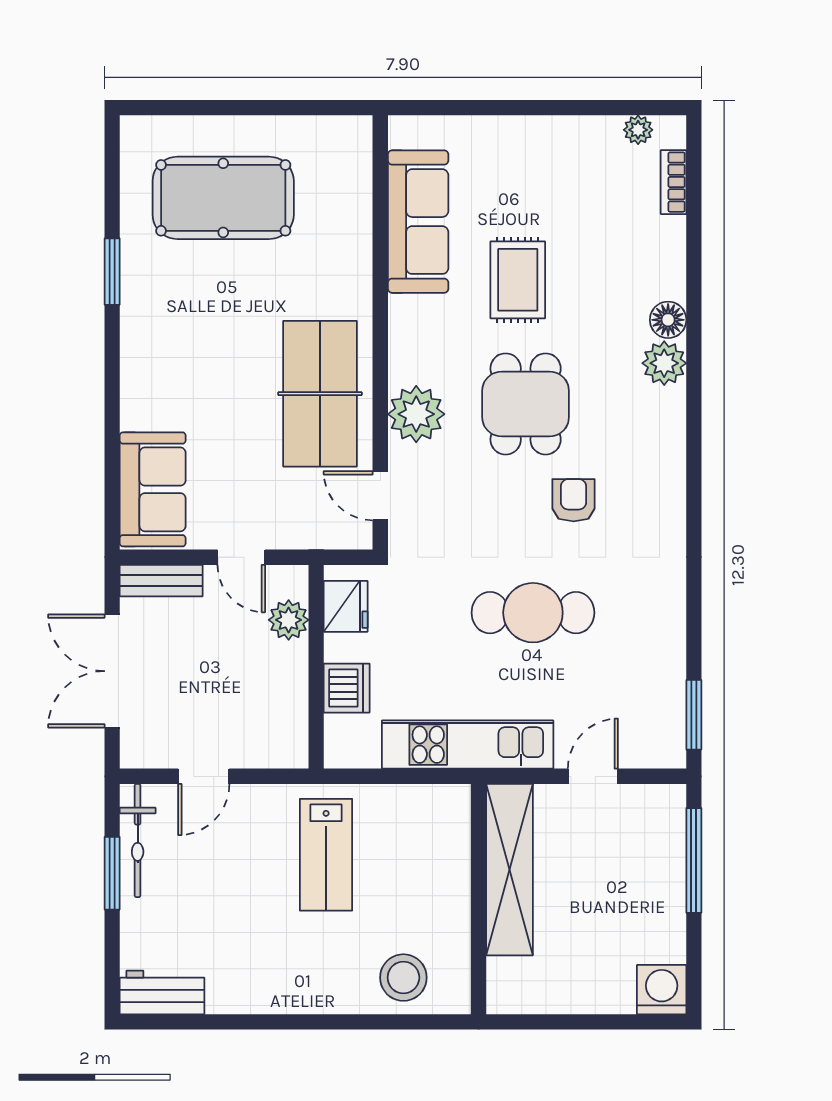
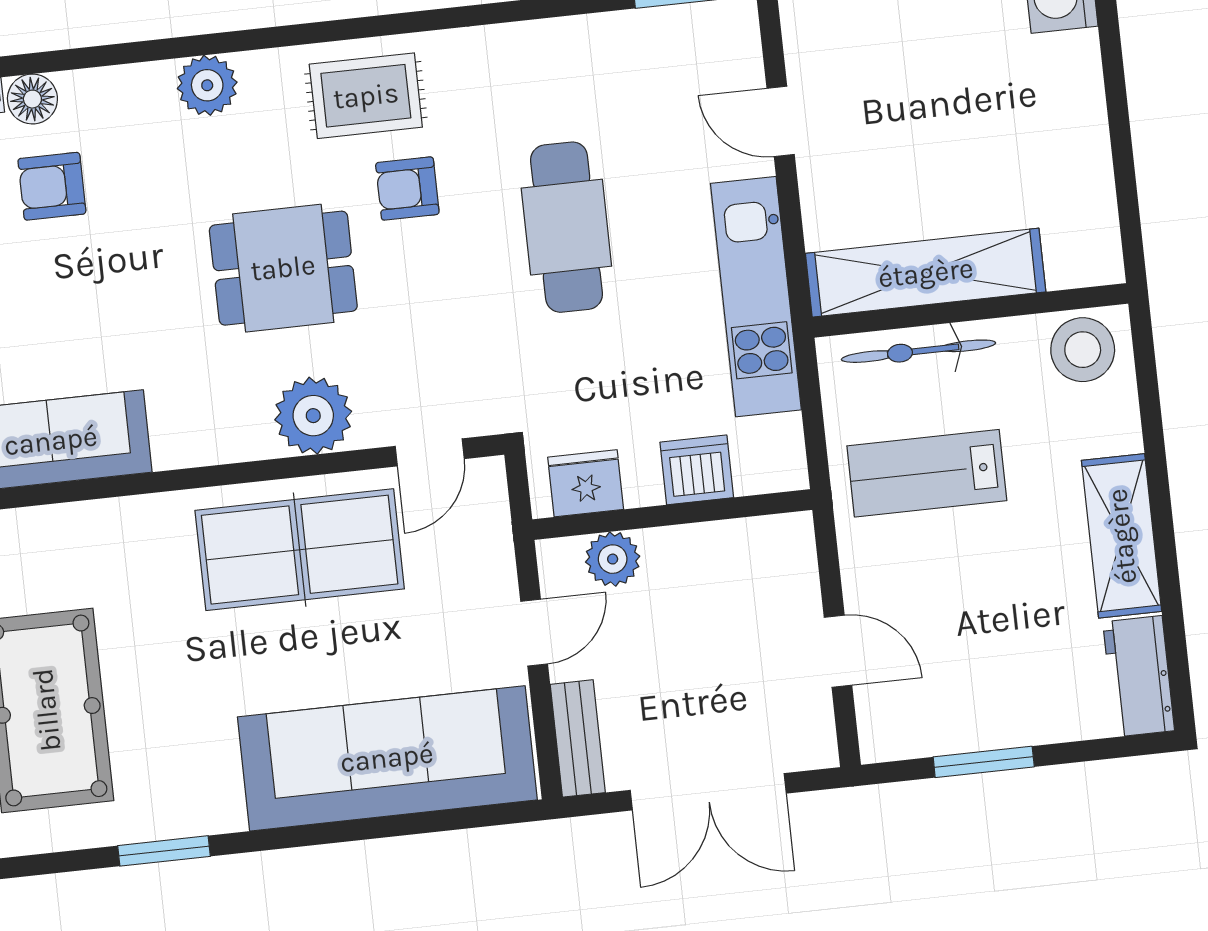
armchair: (603, 243) -> (52, 186), added
rug: (518, 280) -> (366, 96), moved
floor lamp: (668, 320) -> (32, 99), moved
sofa: (153, 489) -> (387, 758), width x1.85, depth x1.27
bicycle: (138, 840) -> (919, 351), moved, turned 180
lab bench: (326, 855) -> (927, 473), turned 180
shelving: (509, 870) -> (926, 273), moved
wall: (479, 899) -> (970, 310), moved
shelving: (265, 991) -> (1122, 536), added

